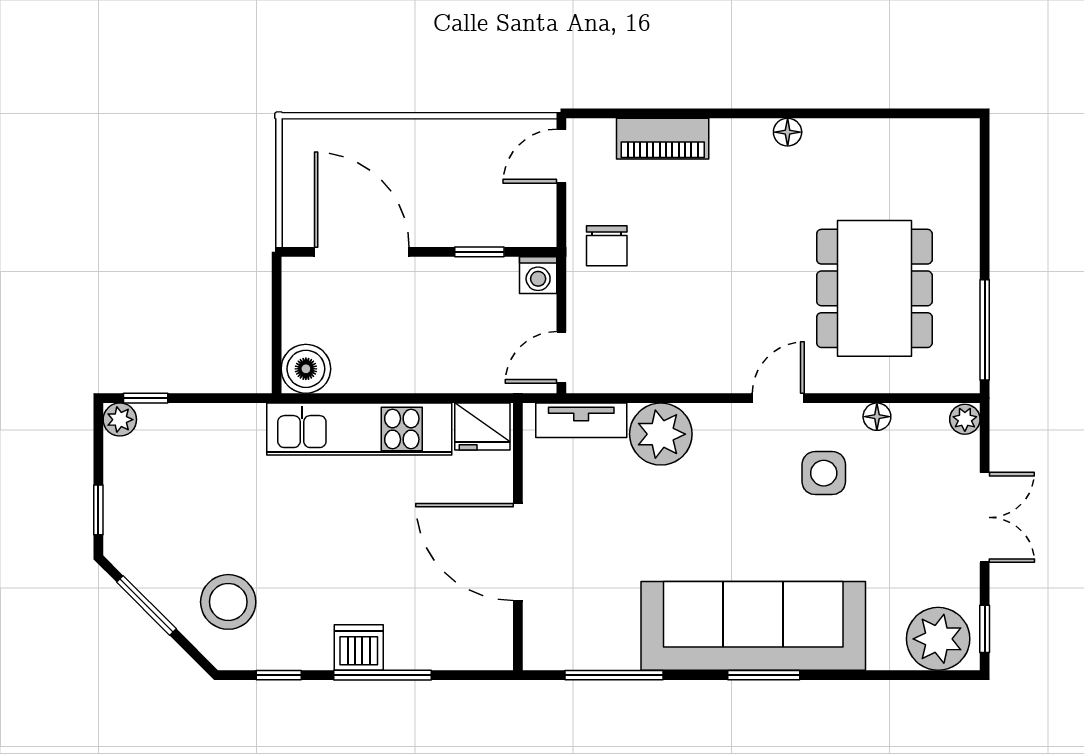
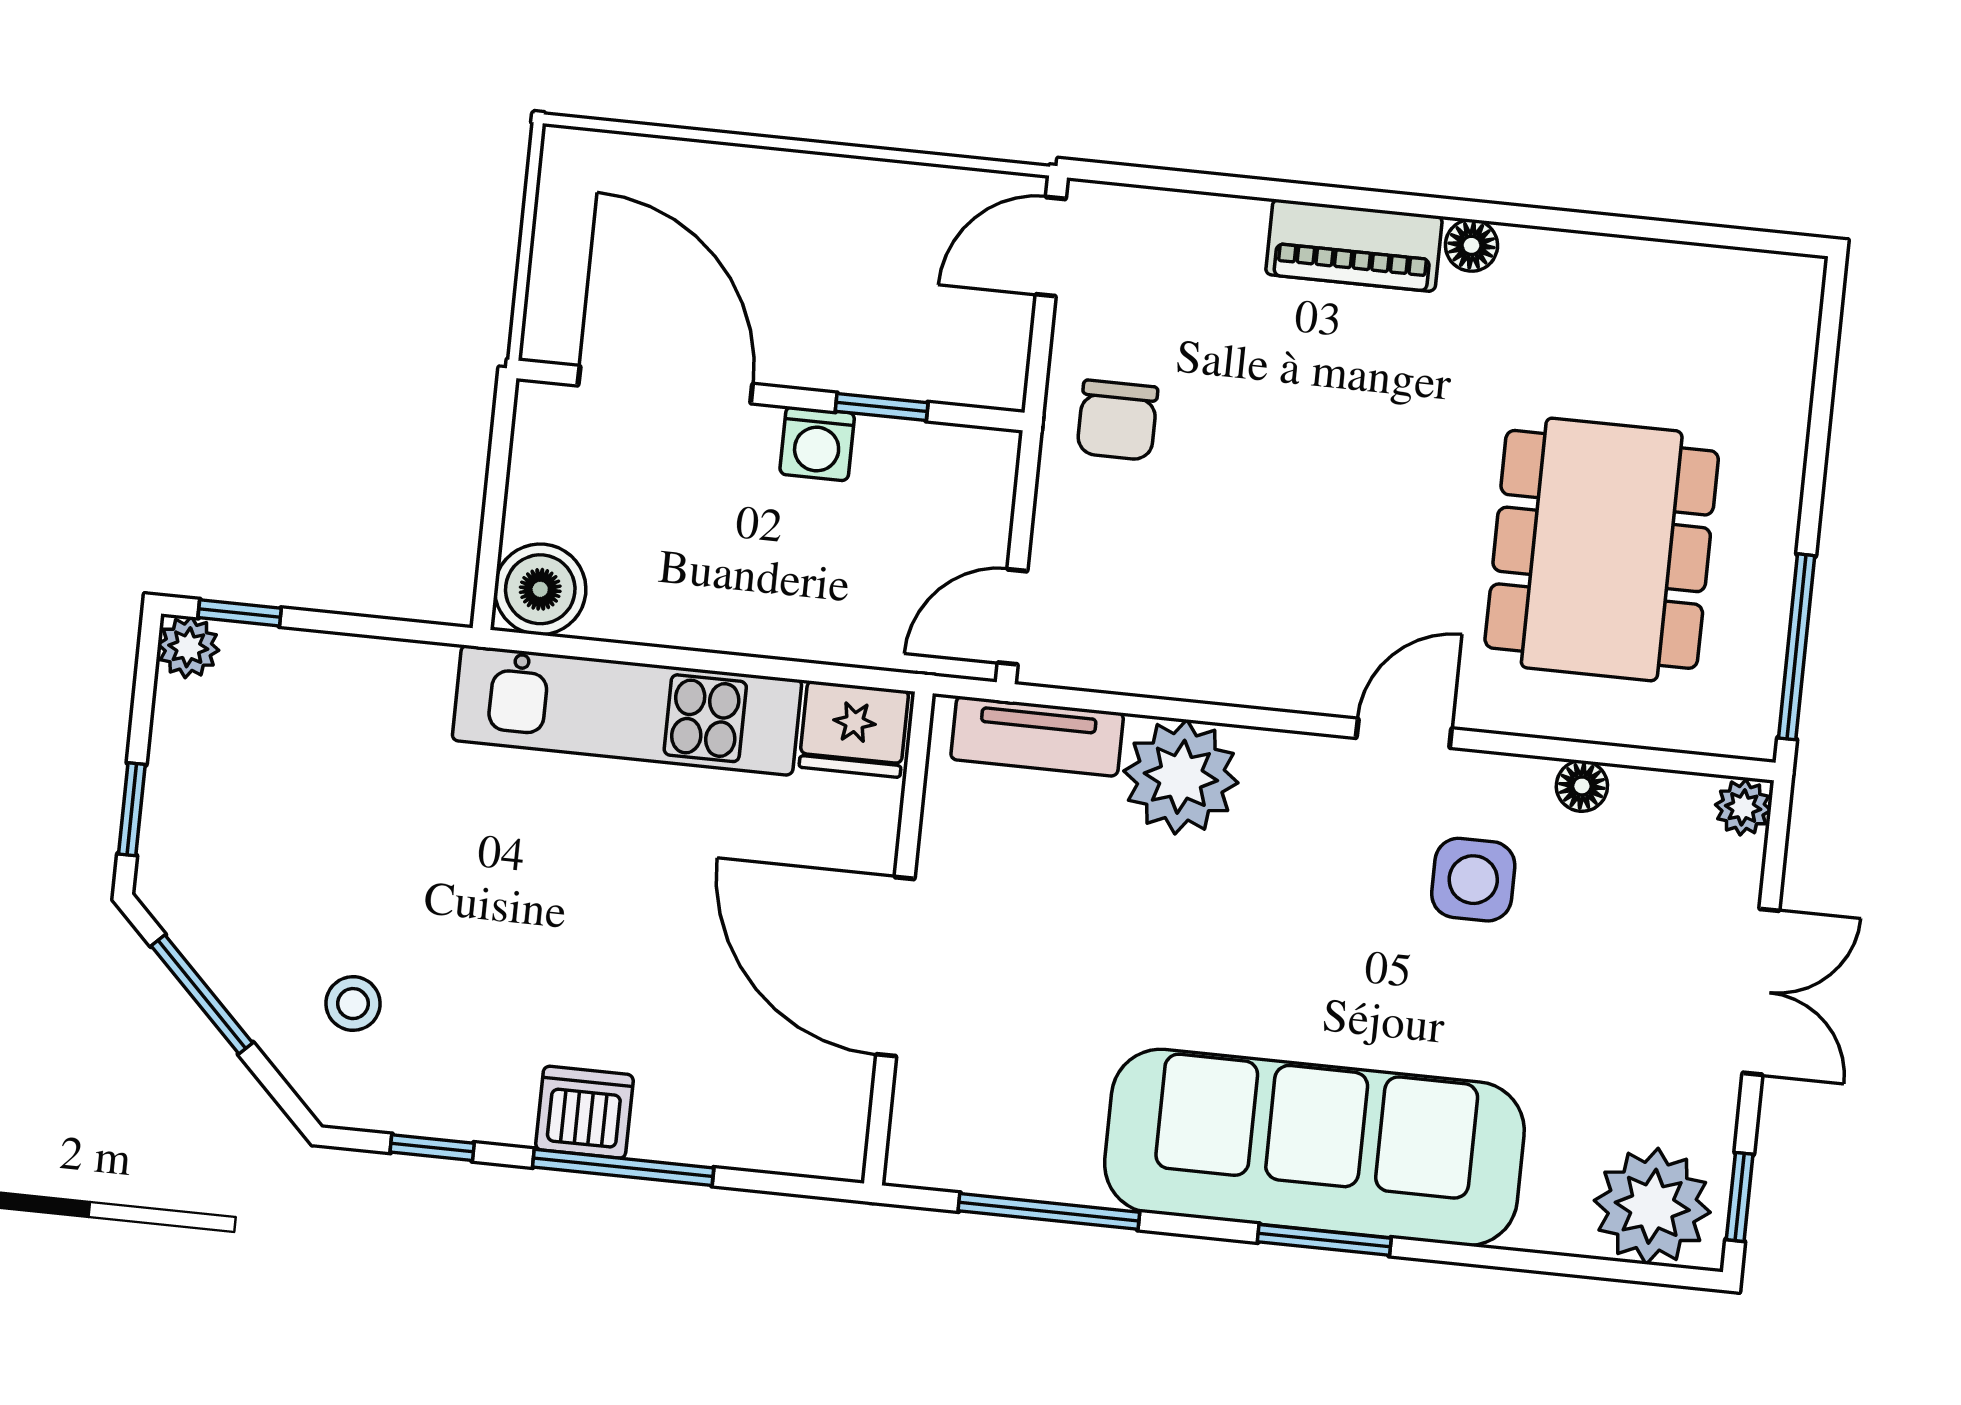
piano: (663, 139) -> (1354, 245), moved
washing machine: (538, 275) -> (817, 444), moved
stool: (228, 602) -> (353, 1004), width x0.53, depth x0.53

